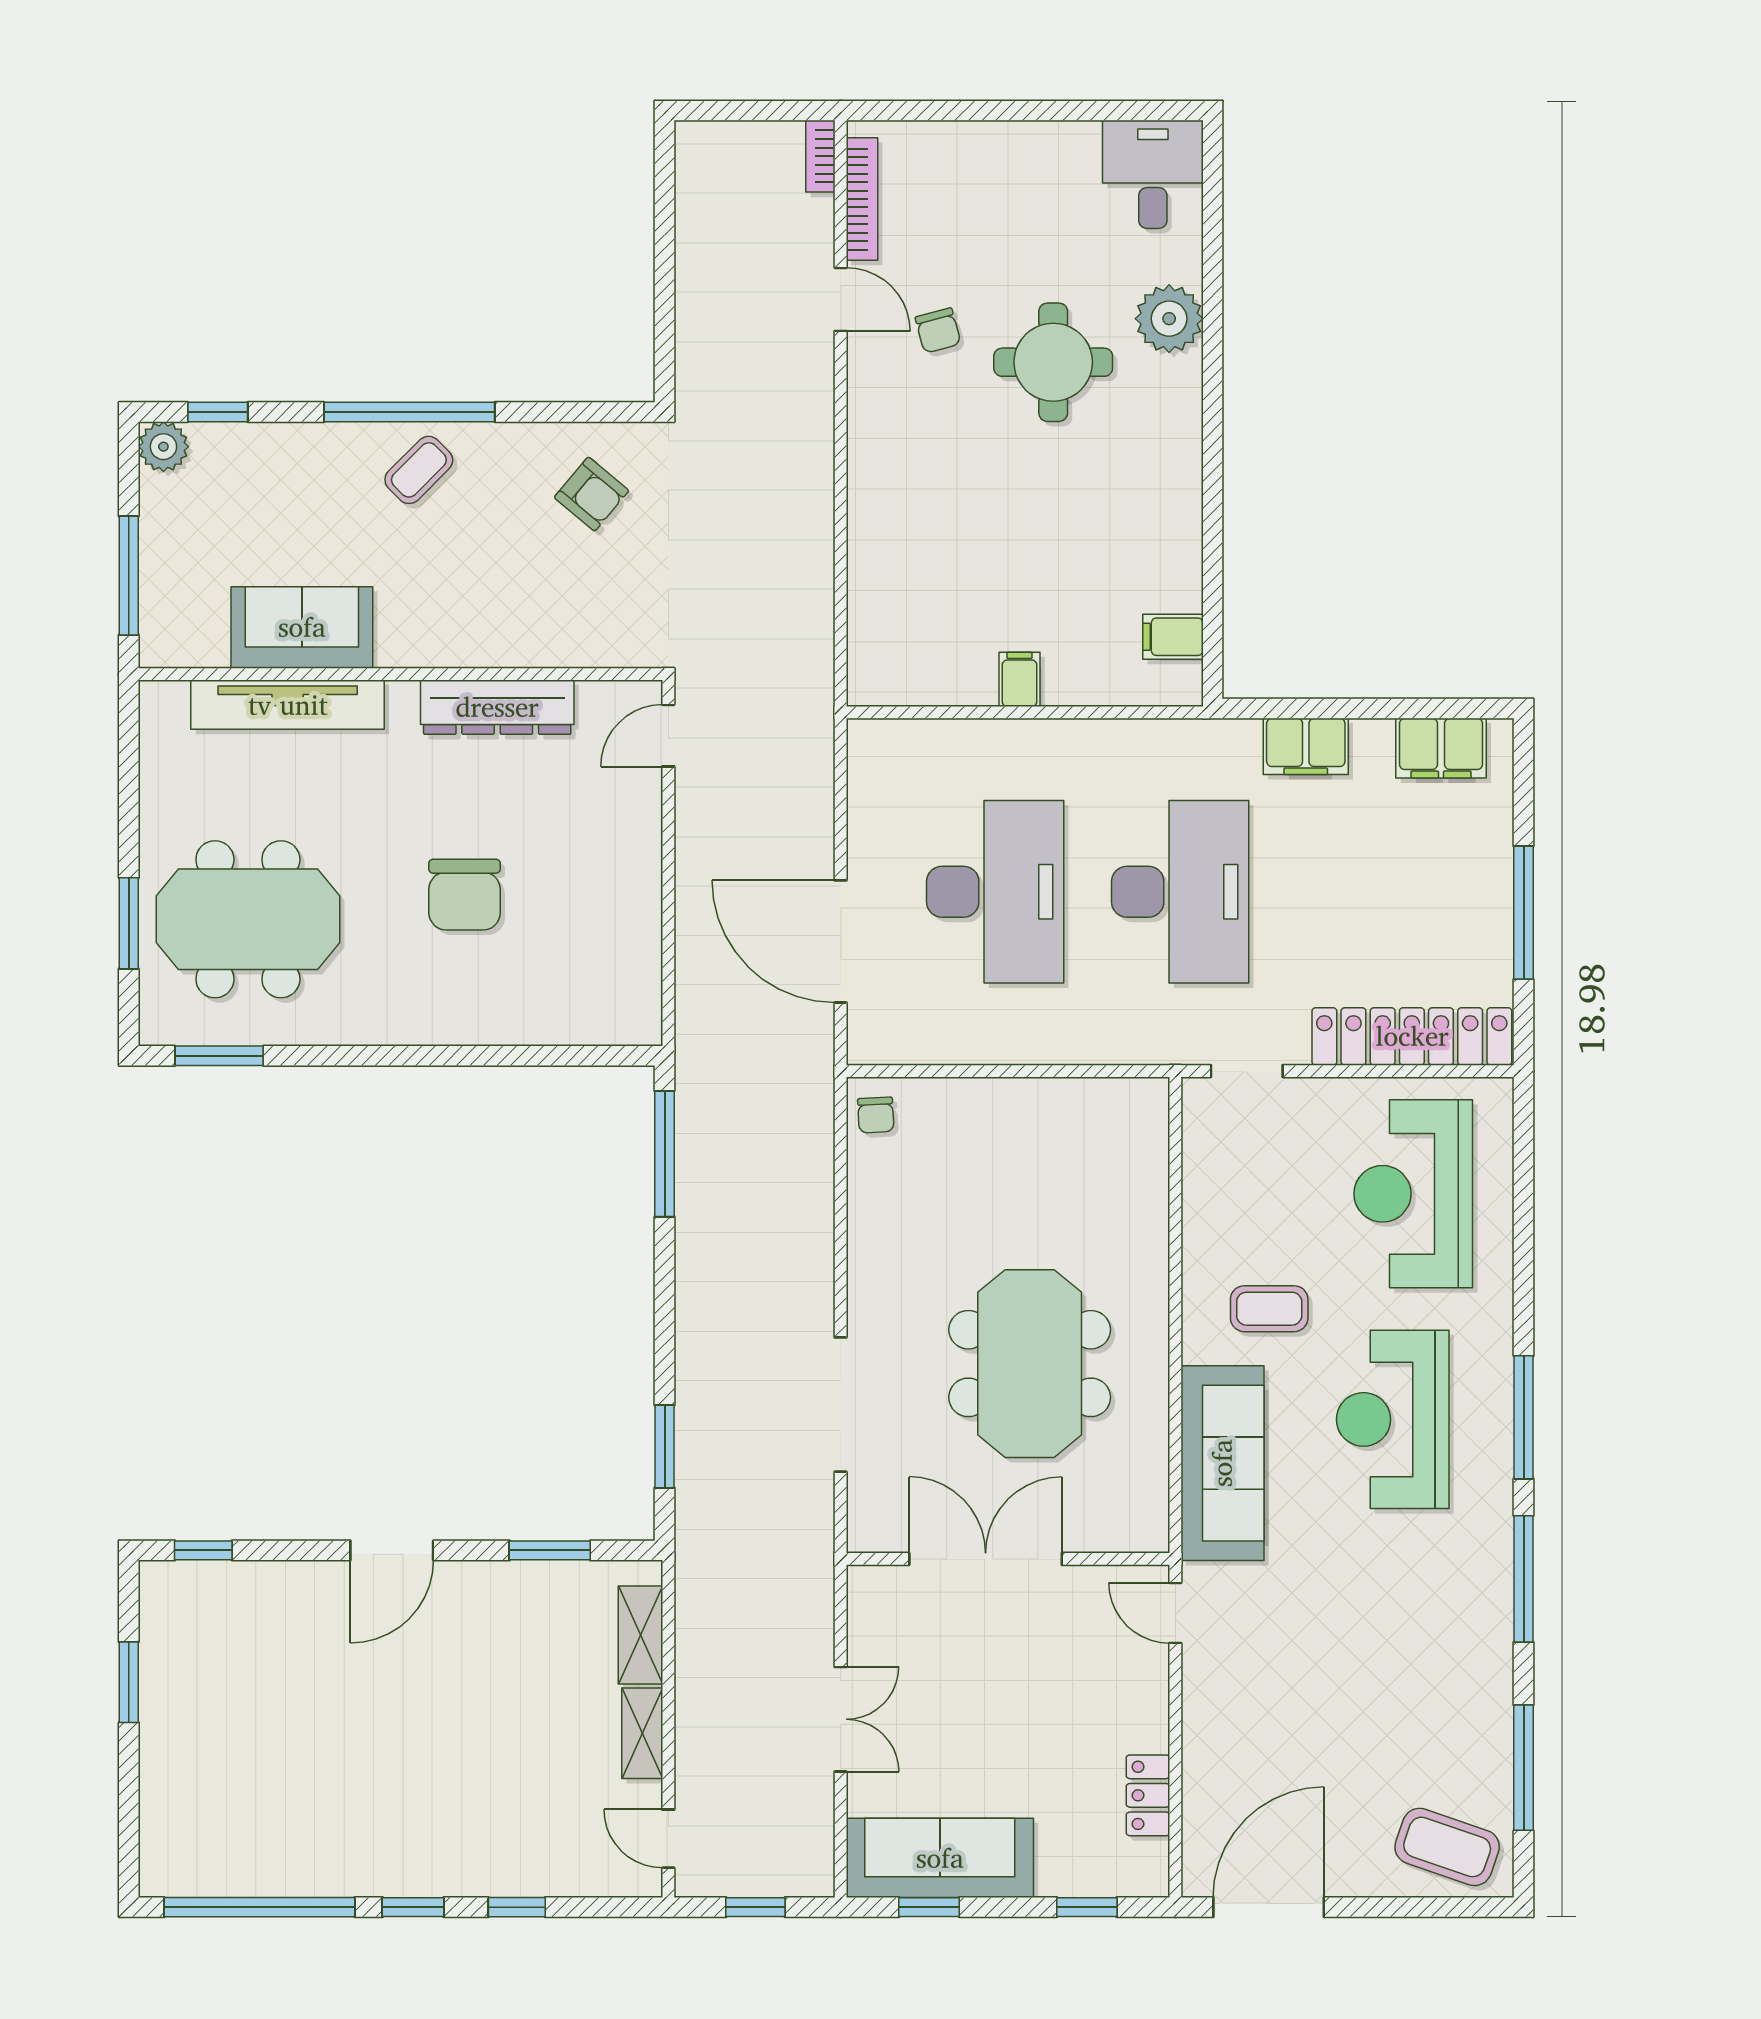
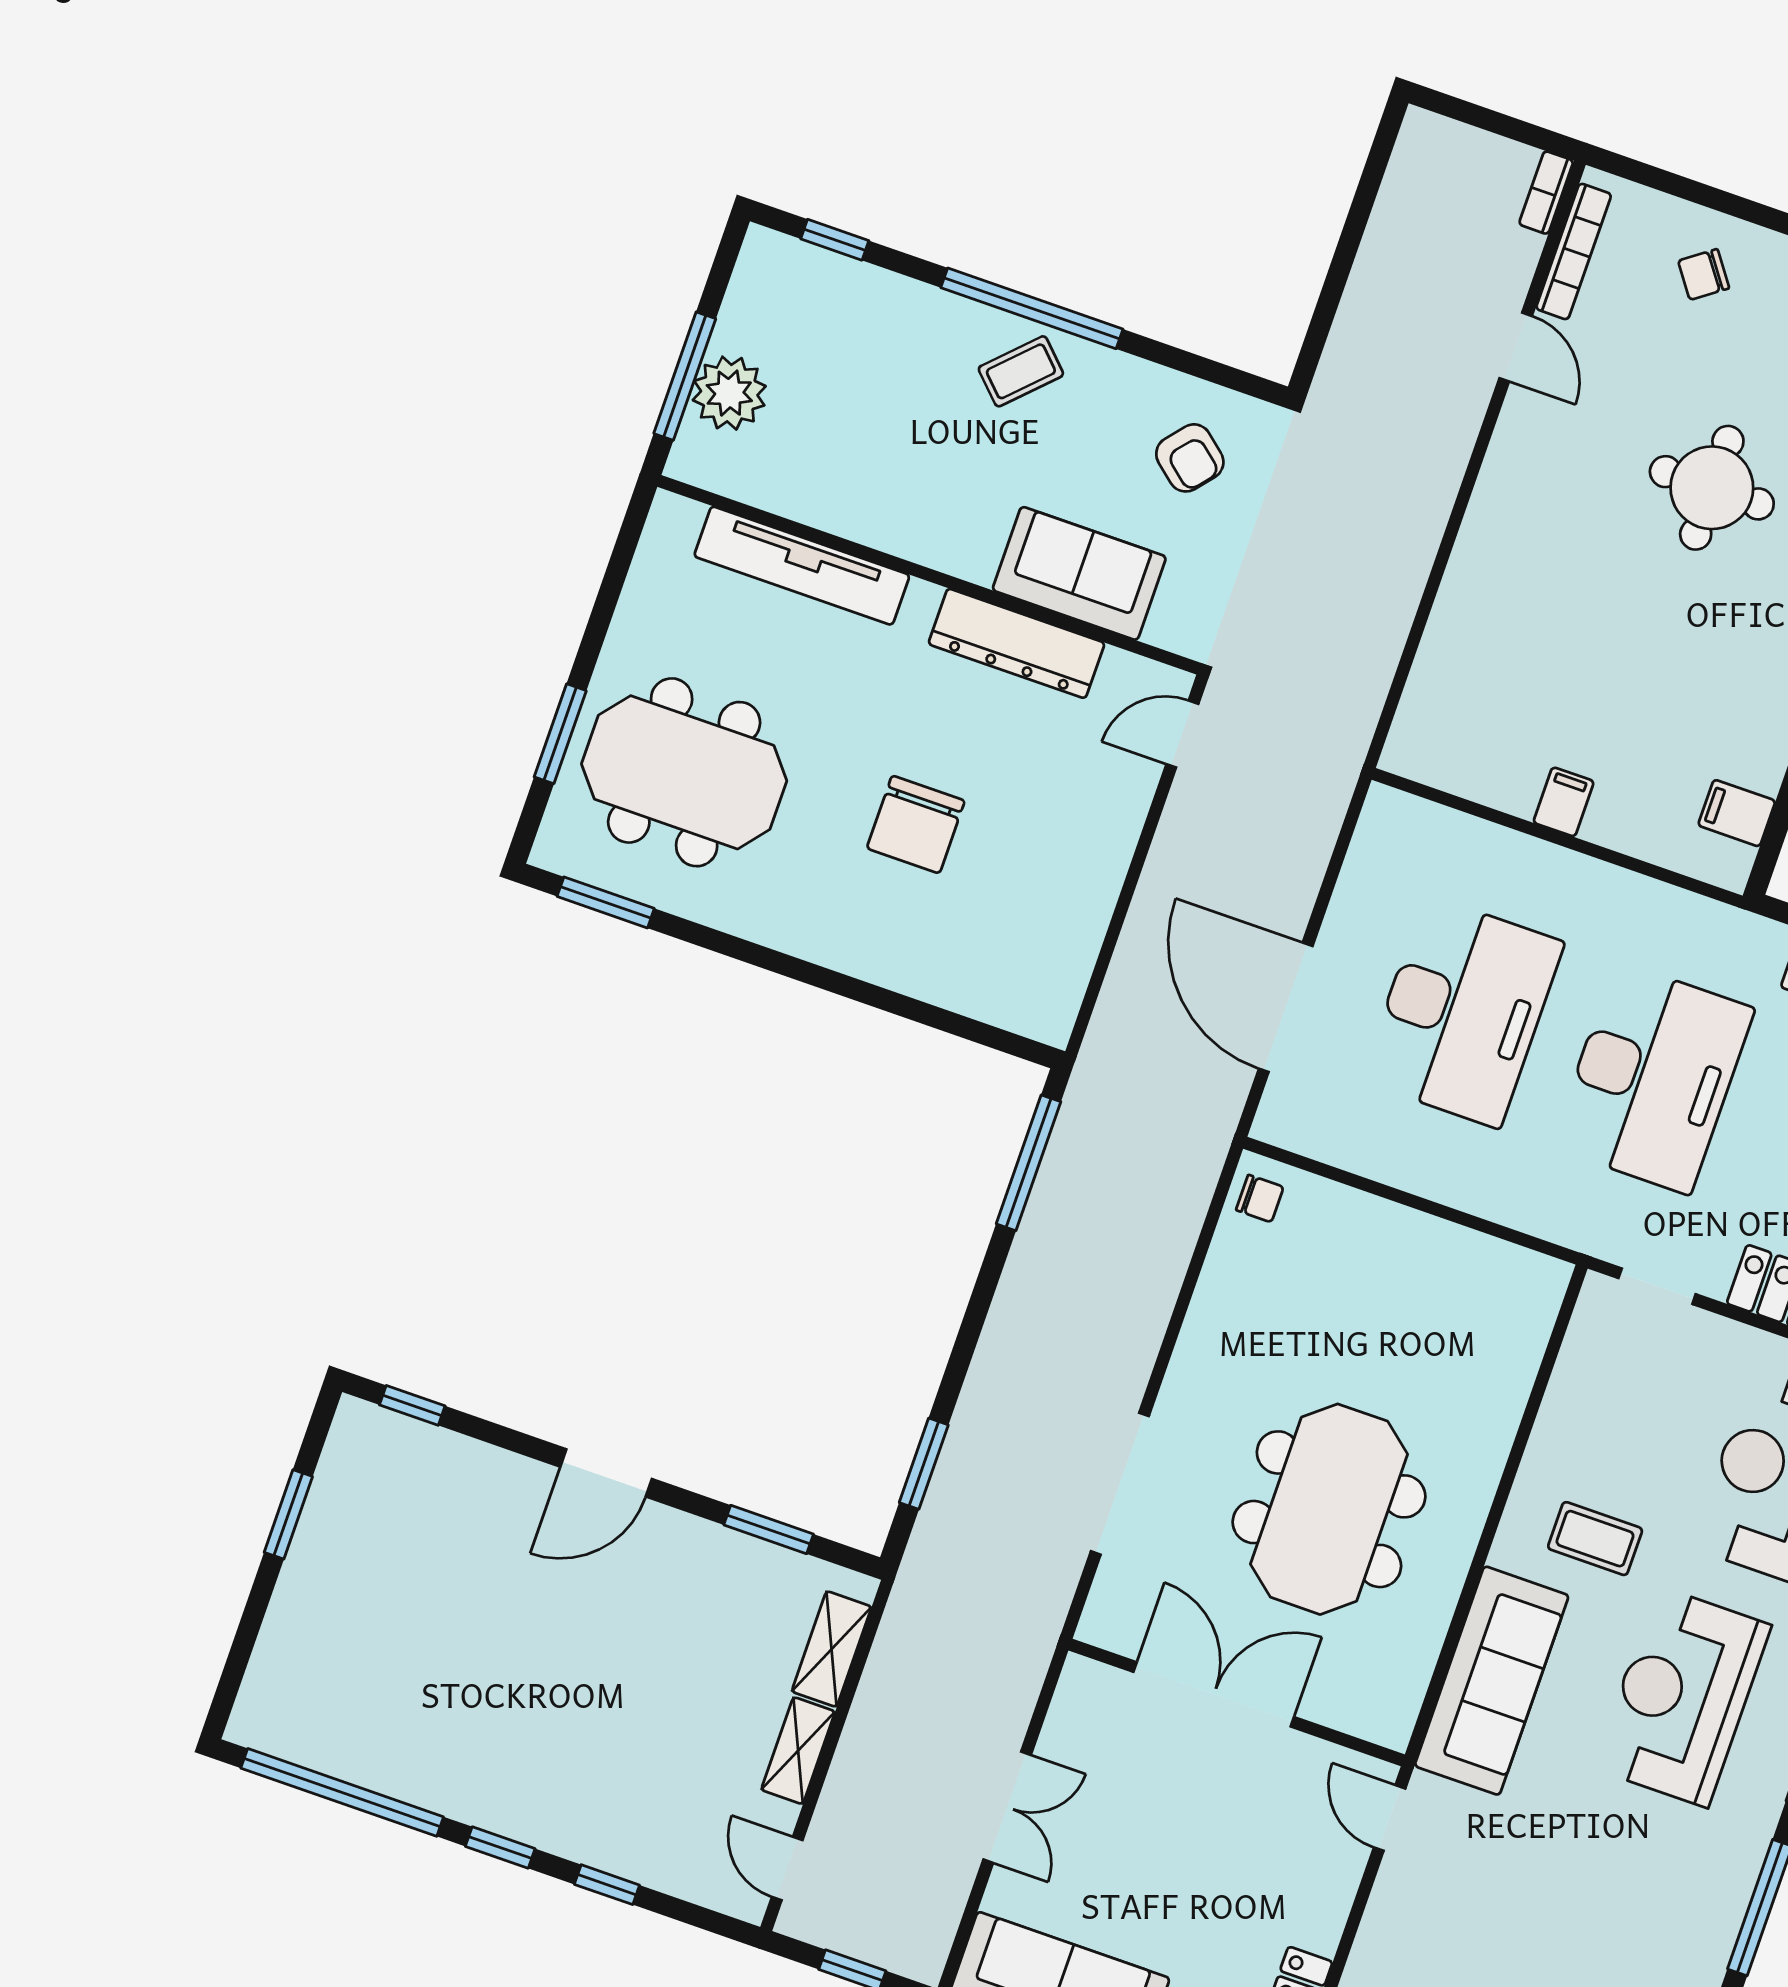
chair: (938, 330) -> (1704, 274), moved, turned 69
plant: (163, 447) -> (729, 393), moved, width x1.36, depth x1.36
sofa: (302, 627) -> (1079, 573), moved
chair: (876, 1115) -> (1260, 1198), turned -87

